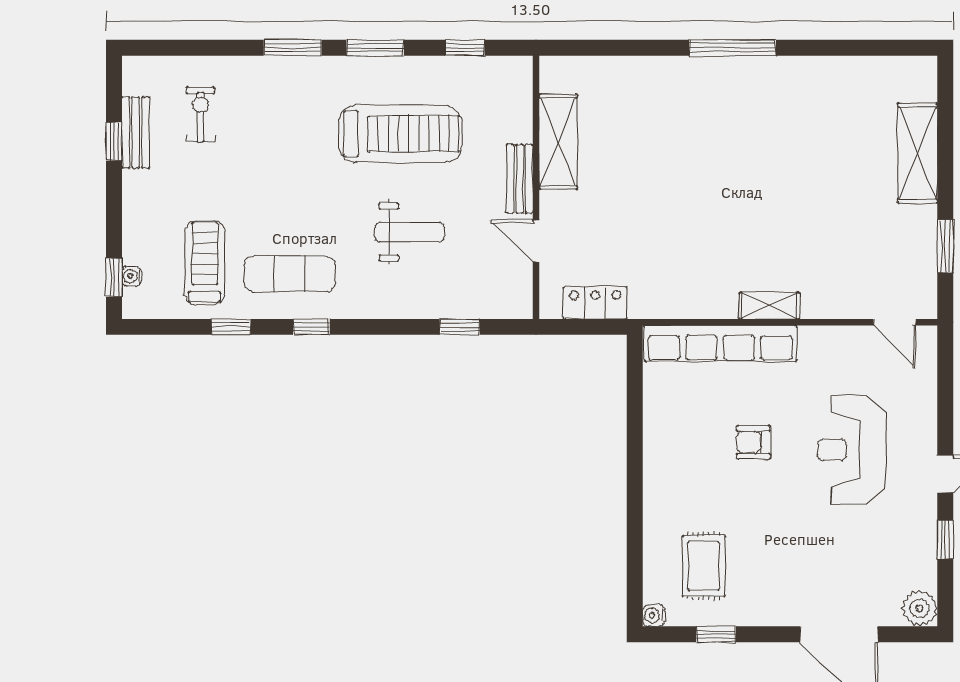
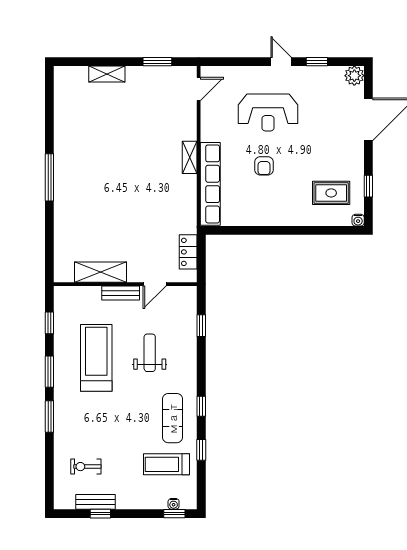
shelving: (918, 153) -> (107, 74), width x0.67, depth x0.75

